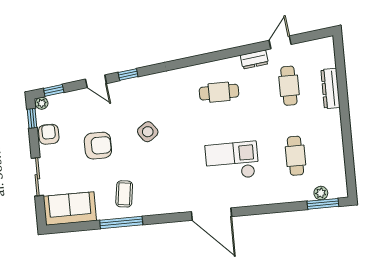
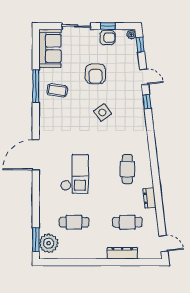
door: (280, 42) -> (163, 244), moved
door: (96, 81) -> (144, 77), swing flipped
window: (32, 118) -> (108, 26), moved
plant: (321, 193) -> (49, 243), width x1.88, depth x1.88

